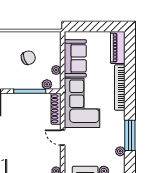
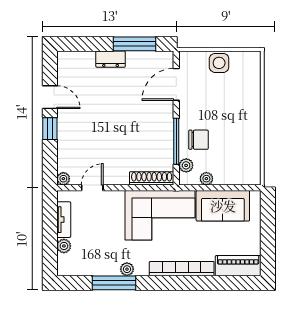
chair: (28, 58) -> (199, 140), moved, turned -69
door: (63, 138) -> (92, 188), moved
plant: (120, 151) -> (127, 269), moved

